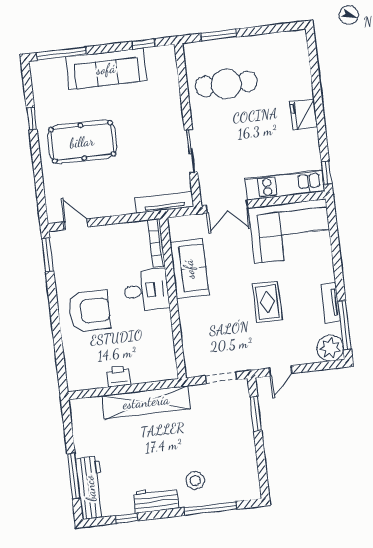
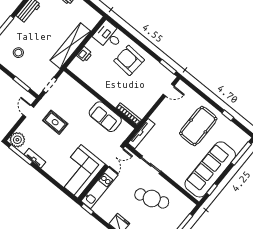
sofa: (106, 69) -> (210, 169), width x1.36, depth x1.27
cafe table: (226, 84) -> (152, 198), moved, turned 70
double door: (227, 207) -> (114, 156), swing flipped
desk: (146, 290) -> (109, 36), moved, turned 90
rug: (267, 302) -> (55, 122), moved
armchair: (89, 311) -> (129, 60), turned 94
printer: (119, 376) -> (84, 54), moved
stool: (195, 480) -> (18, 53), moved

